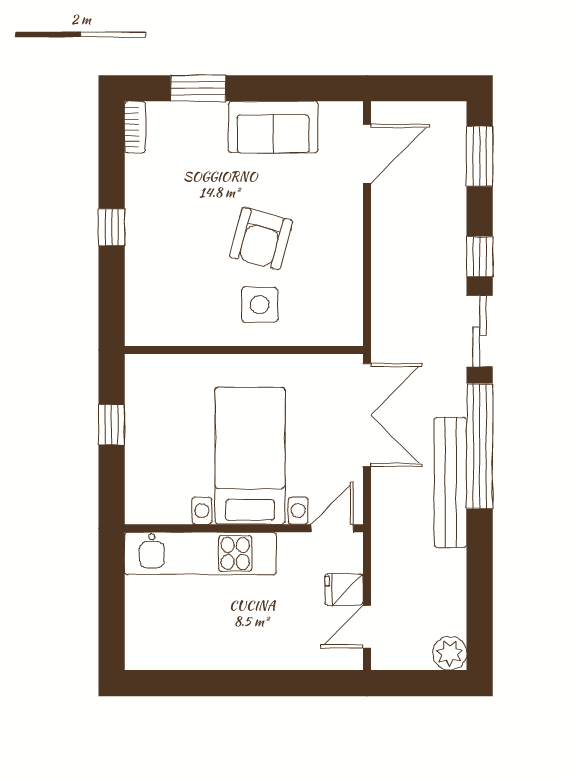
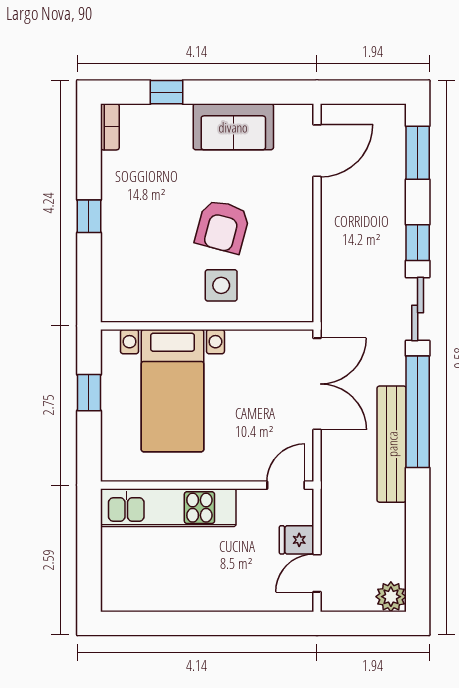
window: (198, 88) -> (167, 92), width x0.67
bed with nightstands: (250, 456) -> (172, 391), moved, turned 180

